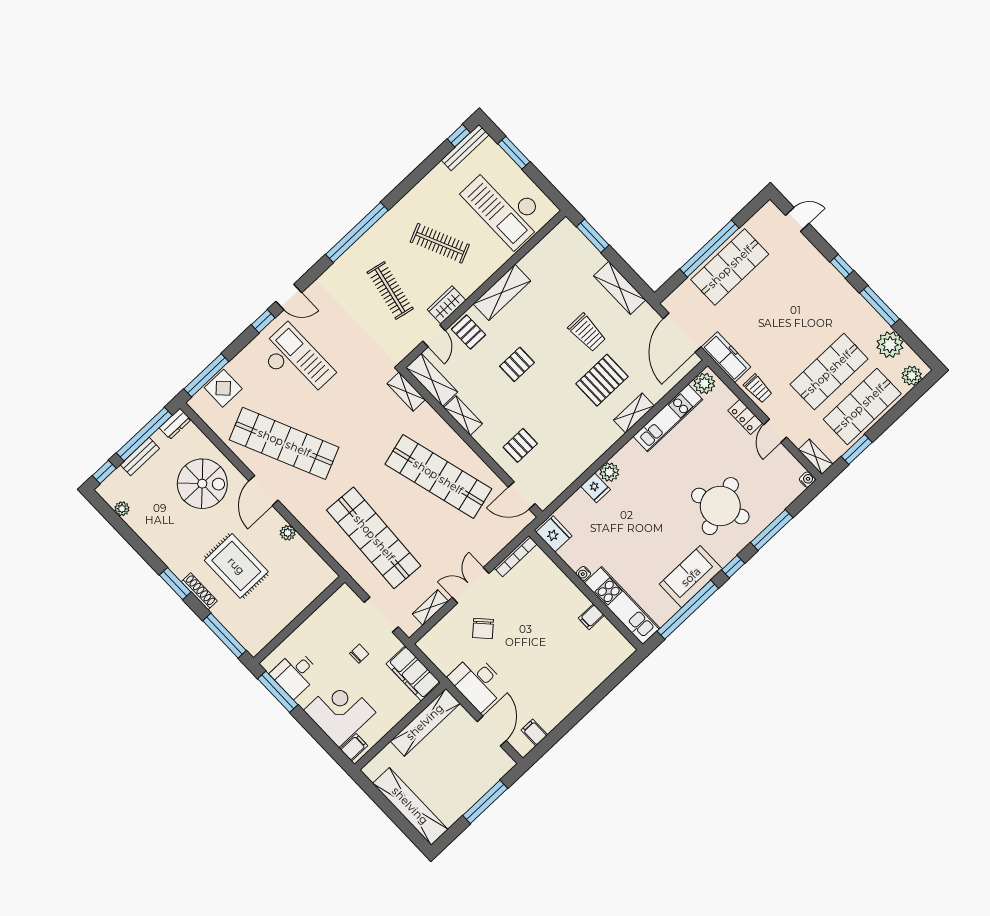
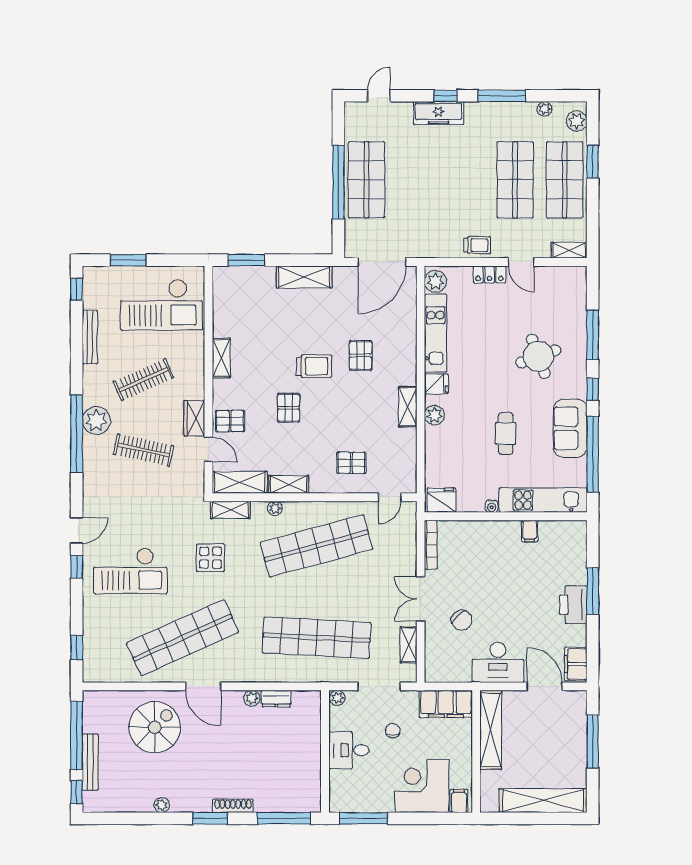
bench: (465, 147) -> (90, 337), moved
plant: (379, 237) -> (96, 421), added
shelving: (502, 292) -> (221, 358), width x0.67, depth x0.75
trolley: (587, 333) -> (314, 366), moved
door: (682, 333) -> (382, 262), hinge flipped
plant: (890, 345) -> (545, 109), width x0.53, depth x0.53
freezer: (726, 357) -> (439, 113), moved, turned 180
checkout: (296, 362) -> (130, 571), turned 180
window: (206, 375) -> (77, 647), width x0.46
pallet: (602, 380) -> (361, 356), width x0.67, depth x0.71
display table: (223, 388) -> (211, 558), moved
shelving: (634, 413) -> (408, 407), moved
plant: (437, 422) -> (275, 508), added
dresser: (175, 424) -> (276, 699), moved, turned 90
pallet: (520, 445) -> (351, 463), turned 90
window: (857, 449) -> (593, 162), moved
bench: (140, 457) -> (90, 762), width x1.36
water cooler: (807, 480) -> (580, 273), removed
fridge: (596, 488) -> (436, 384), moved
door: (522, 495) -> (390, 497), width x0.73
round table: (720, 506) -> (538, 356), width x0.73, depth x0.73
plant: (122, 509) -> (162, 805), moved
cafe table: (644, 535) -> (506, 434), added
rug: (236, 566) -> (240, 760), removed
plant: (345, 593) -> (337, 698), added
desk: (295, 674) -> (349, 750), moved, turned 90
printer: (569, 697) -> (573, 605), added
window: (591, 701) -> (593, 591), added
filing cabinet: (534, 732) -> (576, 664), width x2.00

